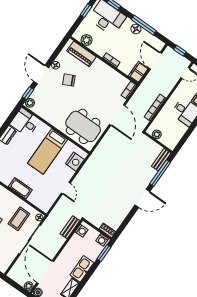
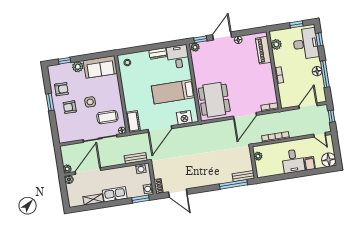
filing cabinet: (138, 72) -> (289, 102), removed
chair: (69, 80) -> (237, 59), removed
cot: (20, 188) -> (133, 121), moved
door: (66, 188) -> (160, 129), width x1.87
door: (142, 198) -> (178, 193), moved

